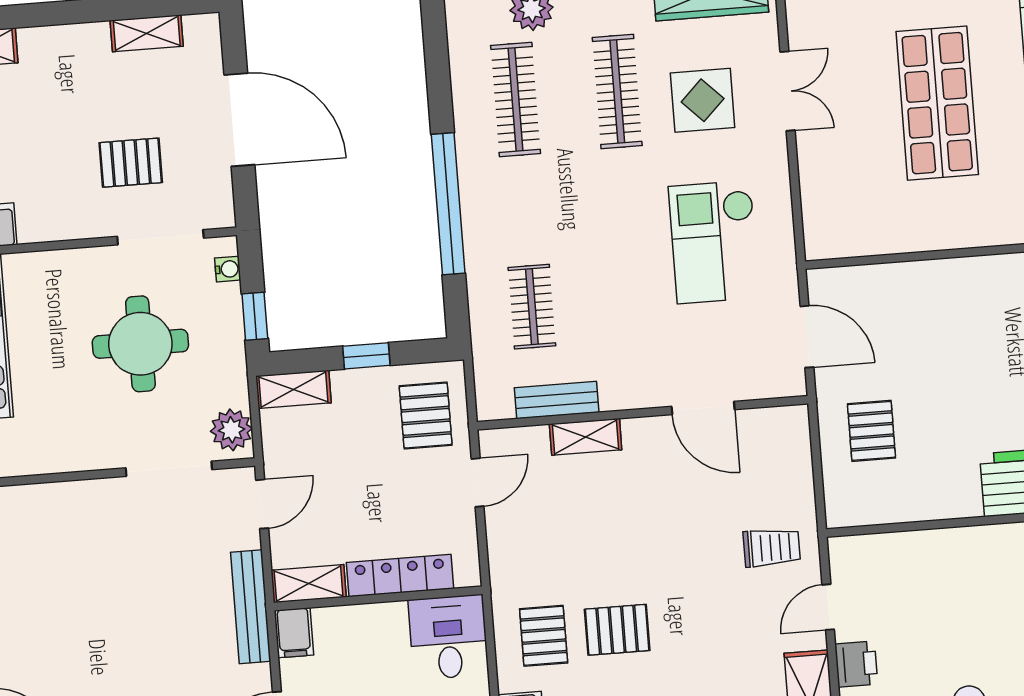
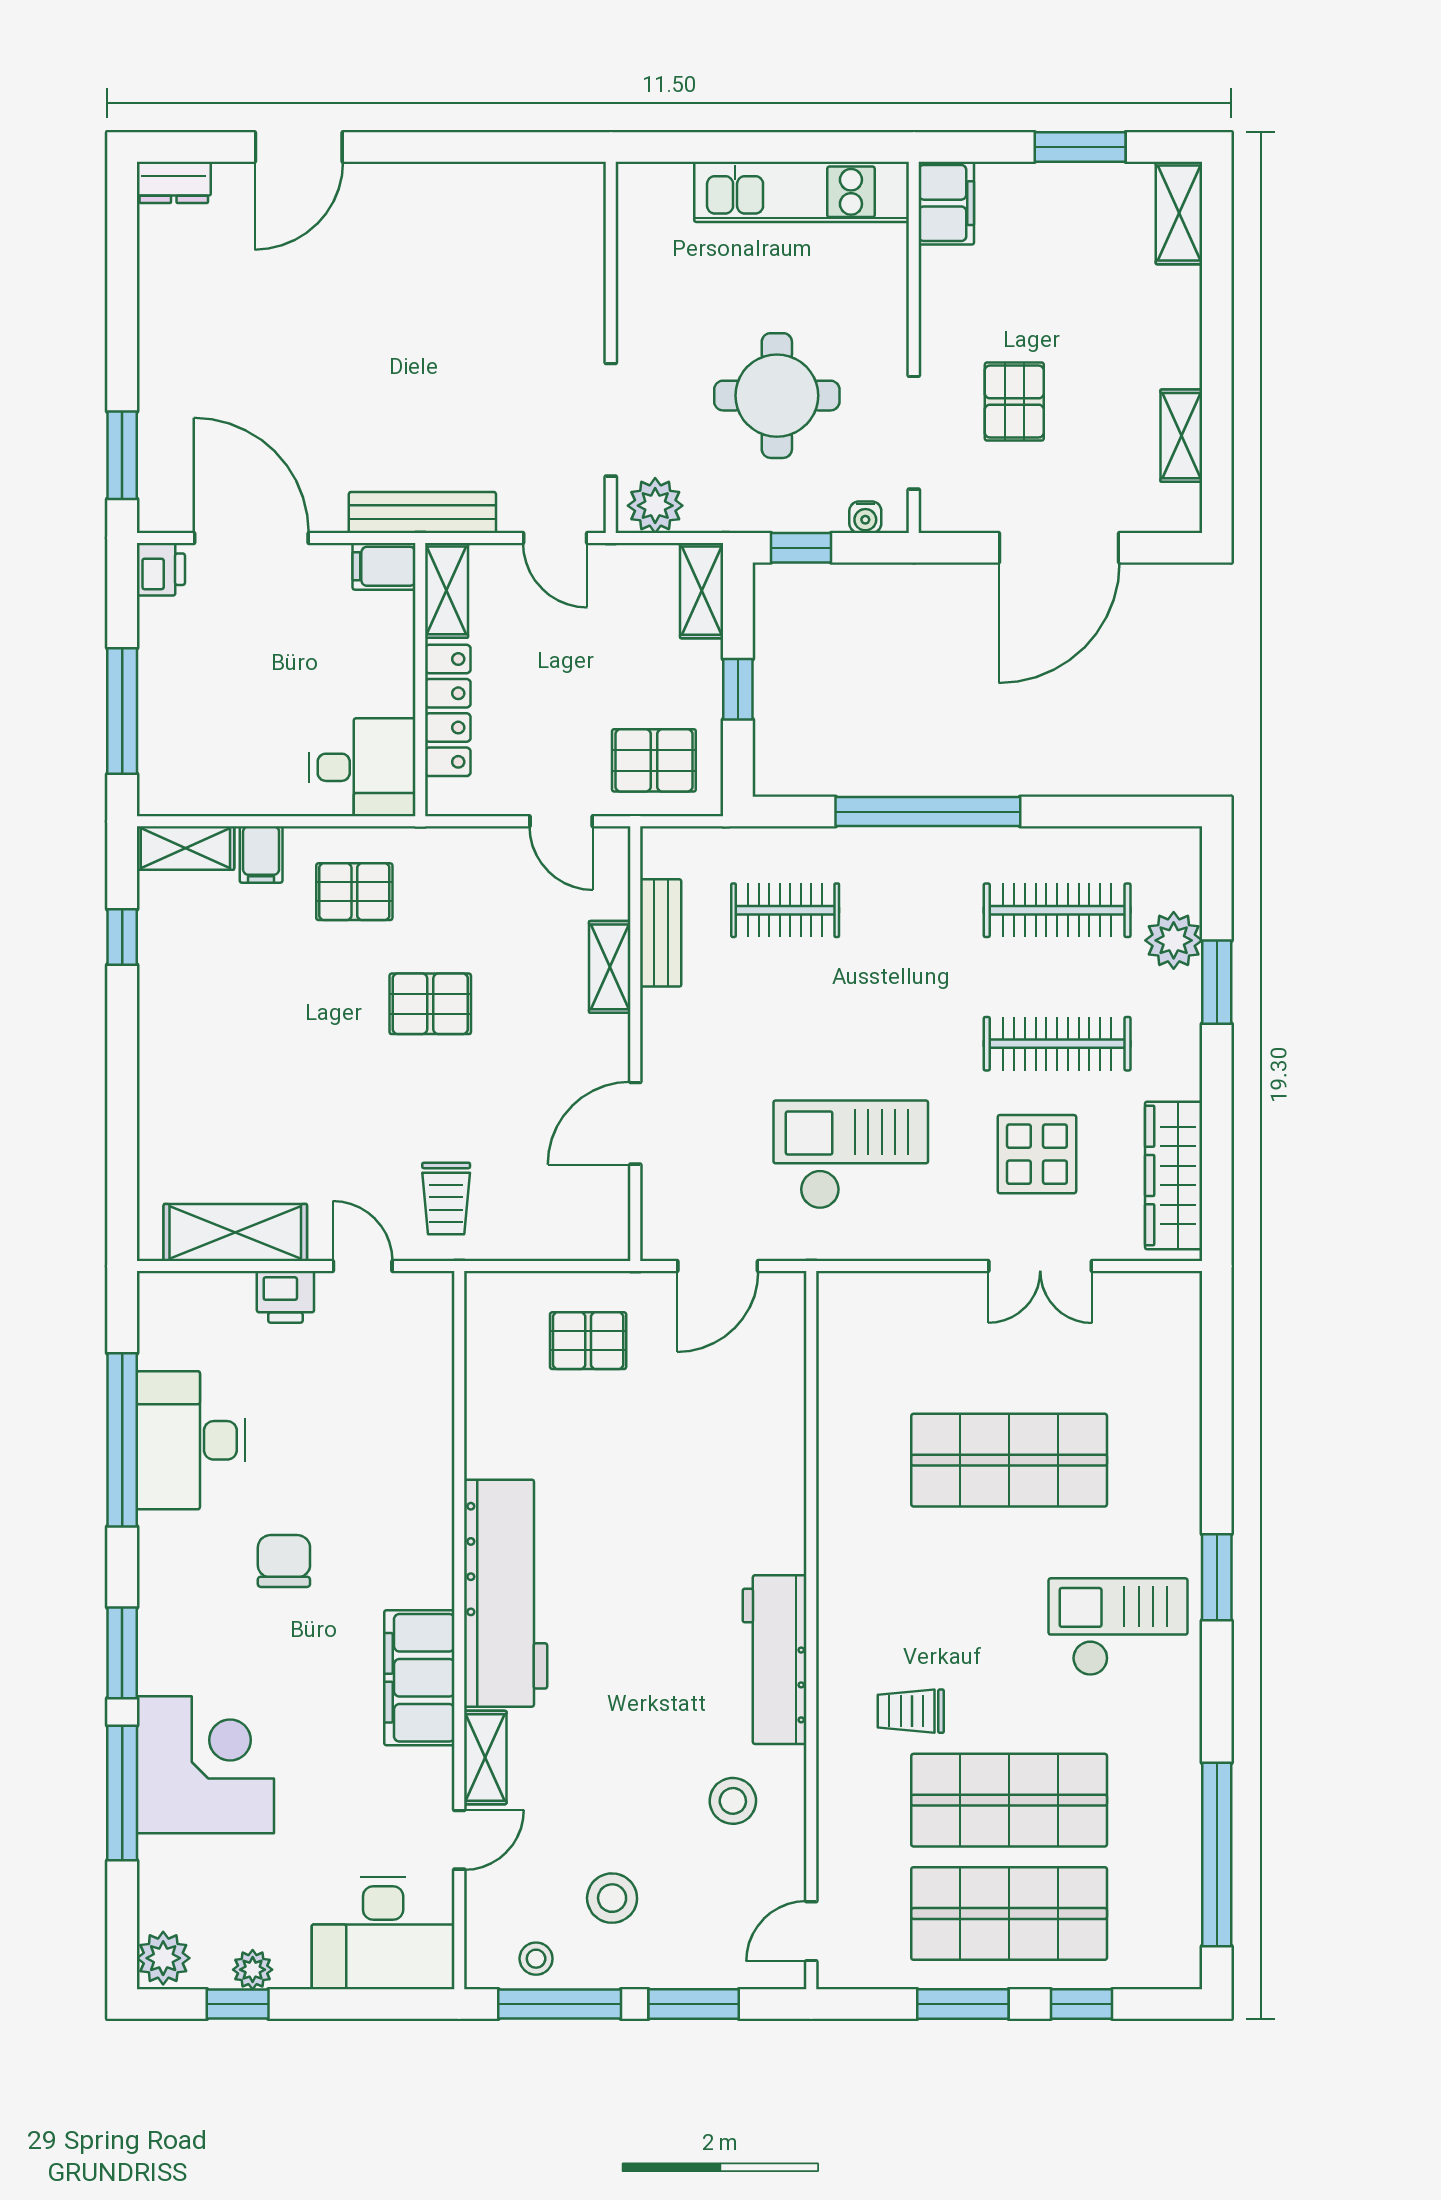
pallet: (617, 630) -> (430, 1004), moved, turned 90

